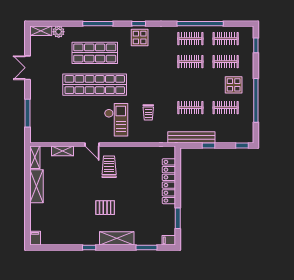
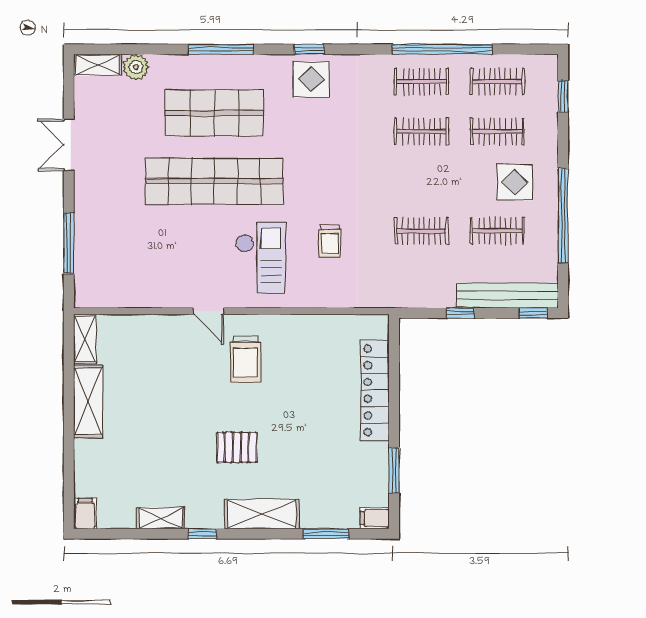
bench: (191, 137) -> (507, 296), moved
shelving: (62, 151) -> (160, 518), moved
trolley: (109, 167) -> (245, 359), turned 180

